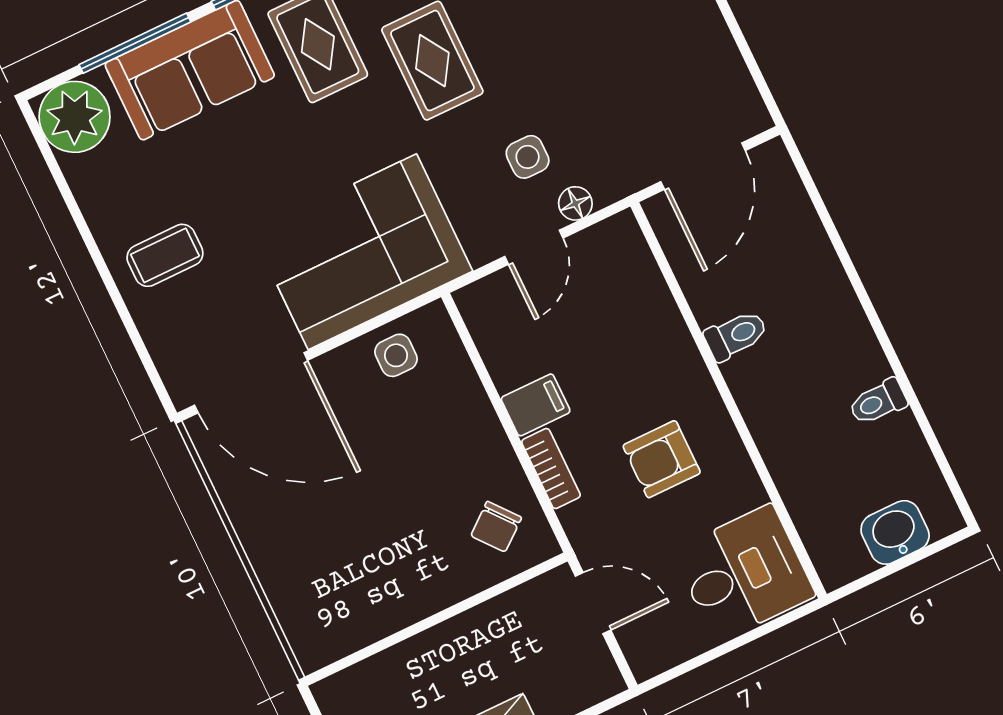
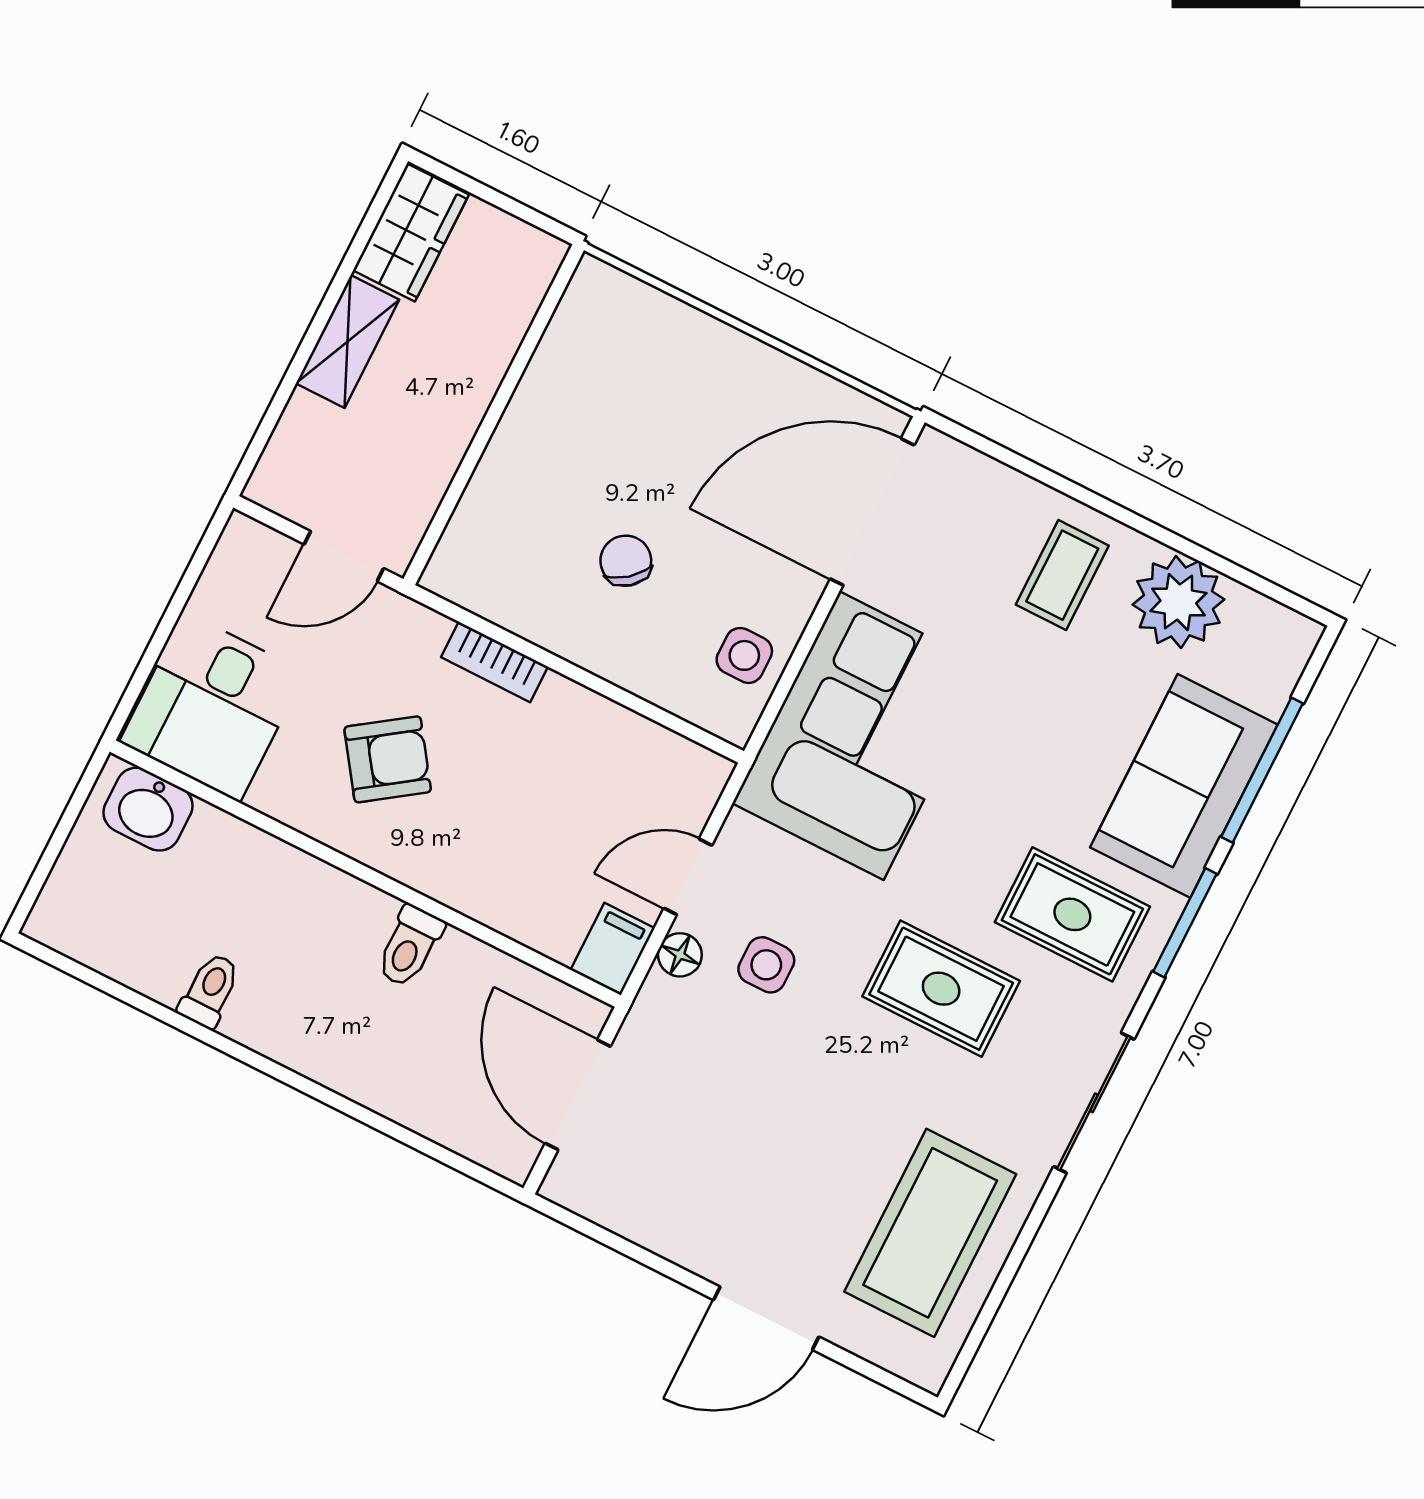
plant: (75, 117) -> (1178, 602), moved
door: (534, 247) -> (688, 877), hinge flipped
filing cabinet: (536, 405) -> (613, 949), moved, turned 180
armchair: (662, 459) -> (388, 759), turned 55
chair: (496, 527) -> (626, 561), moved
washbasin: (895, 532) -> (148, 809), moved, turned 90

